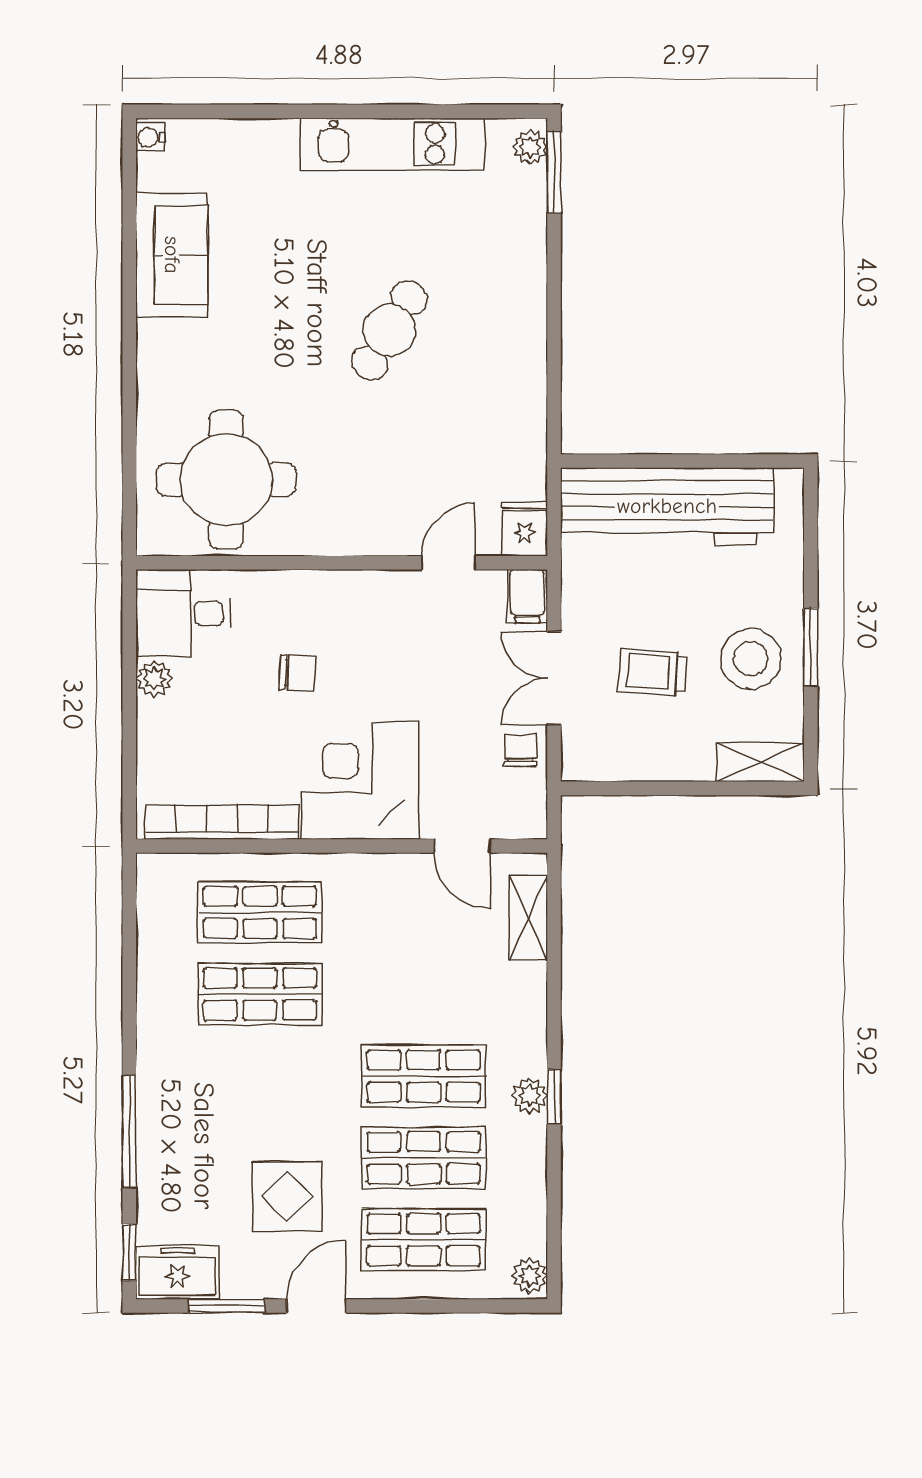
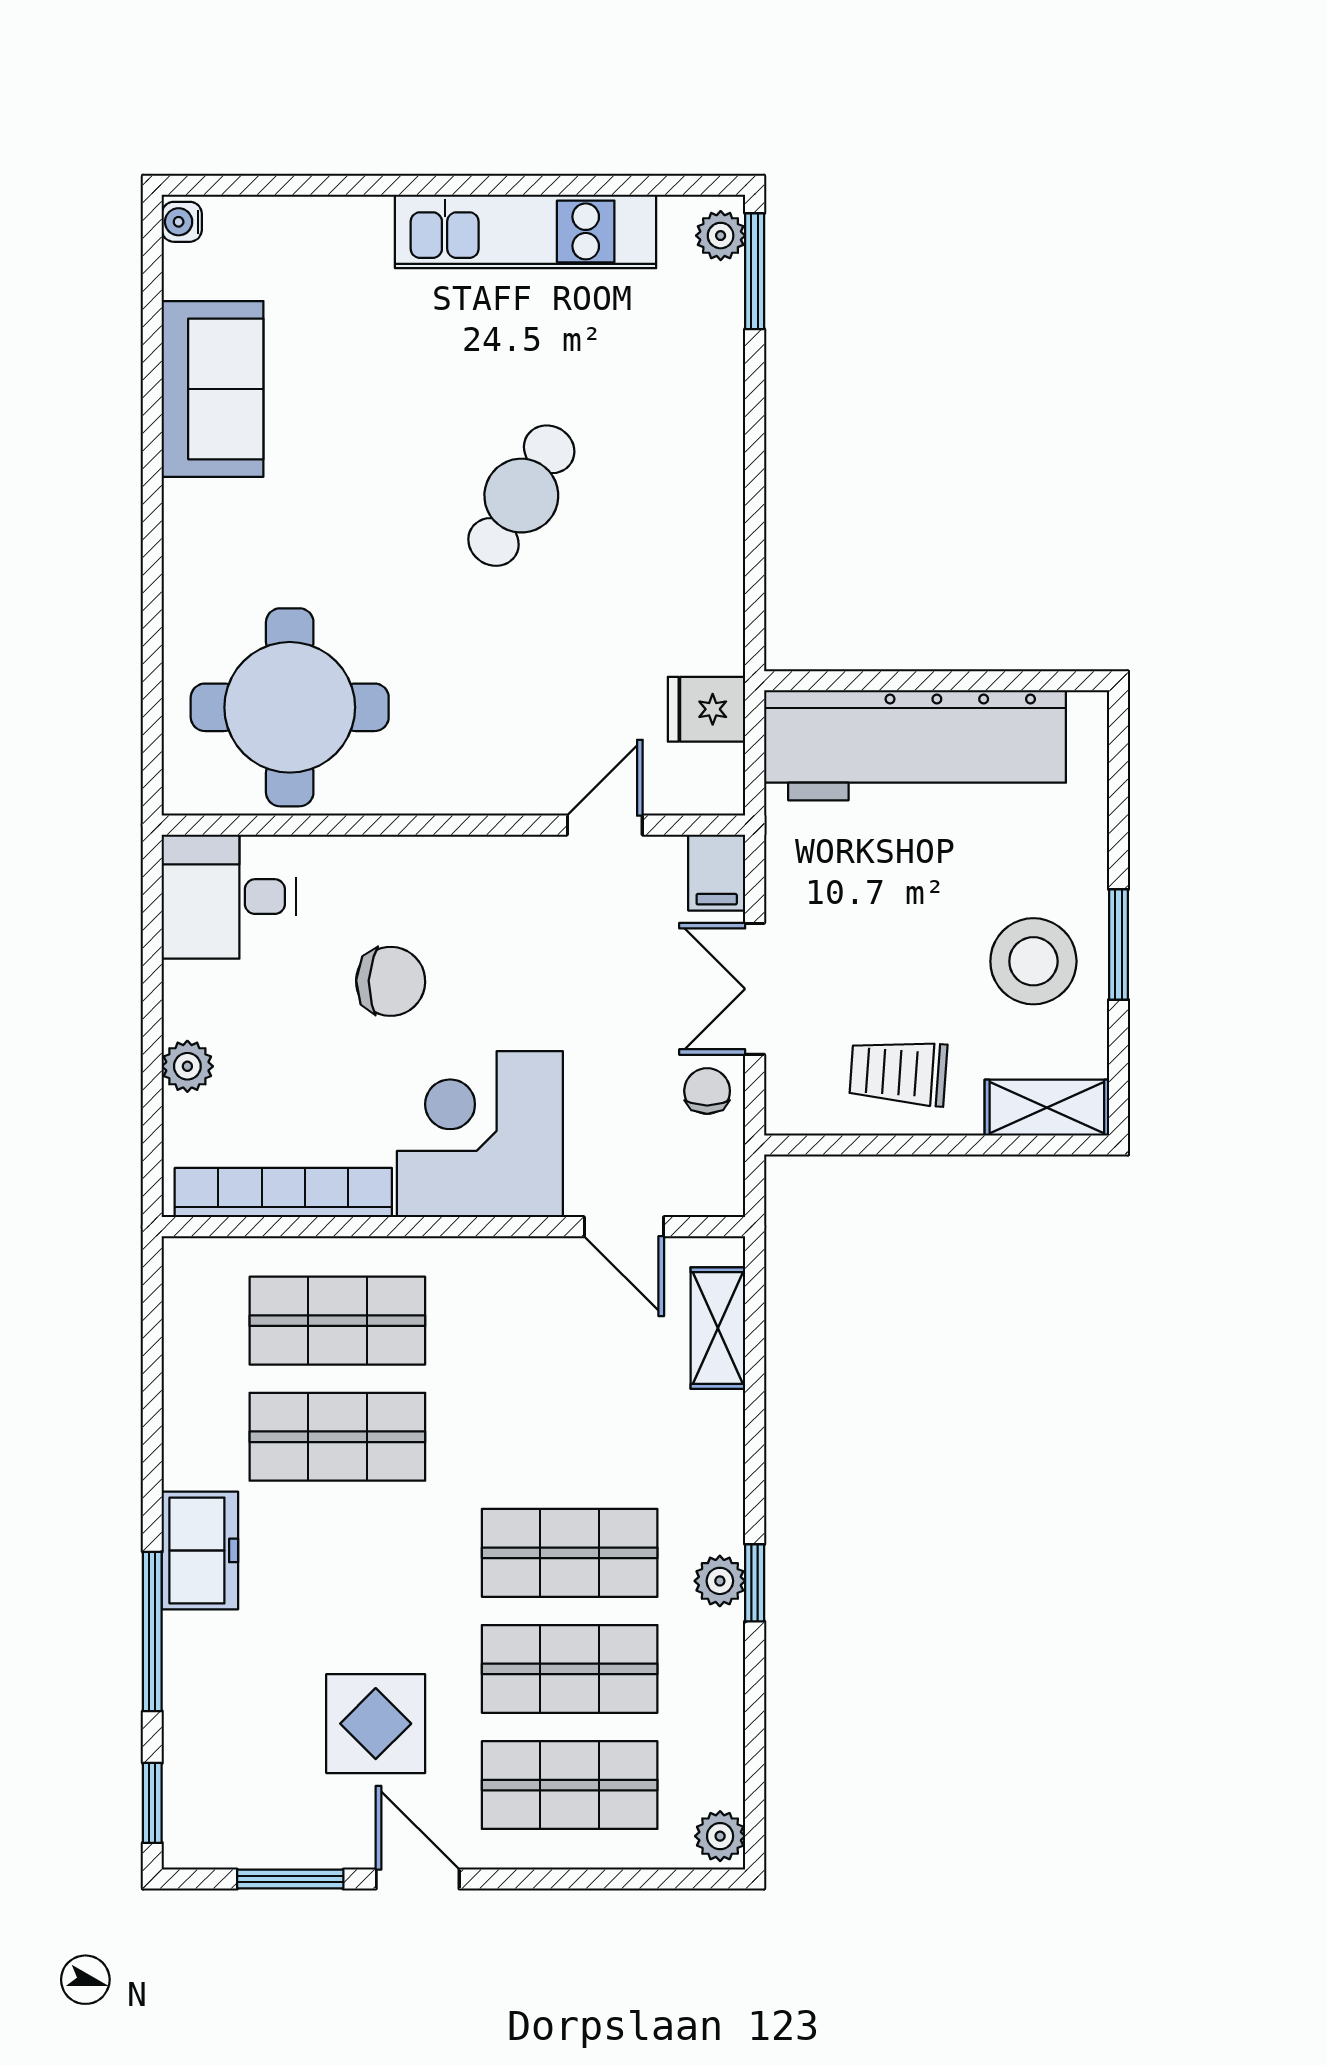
fridge: (525, 529) -> (707, 709), moved, turned -90
trolley: (652, 672) -> (898, 1072), moved
chair: (297, 673) -> (391, 981), width x1.37, depth x1.37
plant: (154, 679) -> (187, 1066), moved
freezer: (177, 1272) -> (200, 1550), moved, turned 90
door: (316, 1306) -> (418, 1879), hinge flipped

